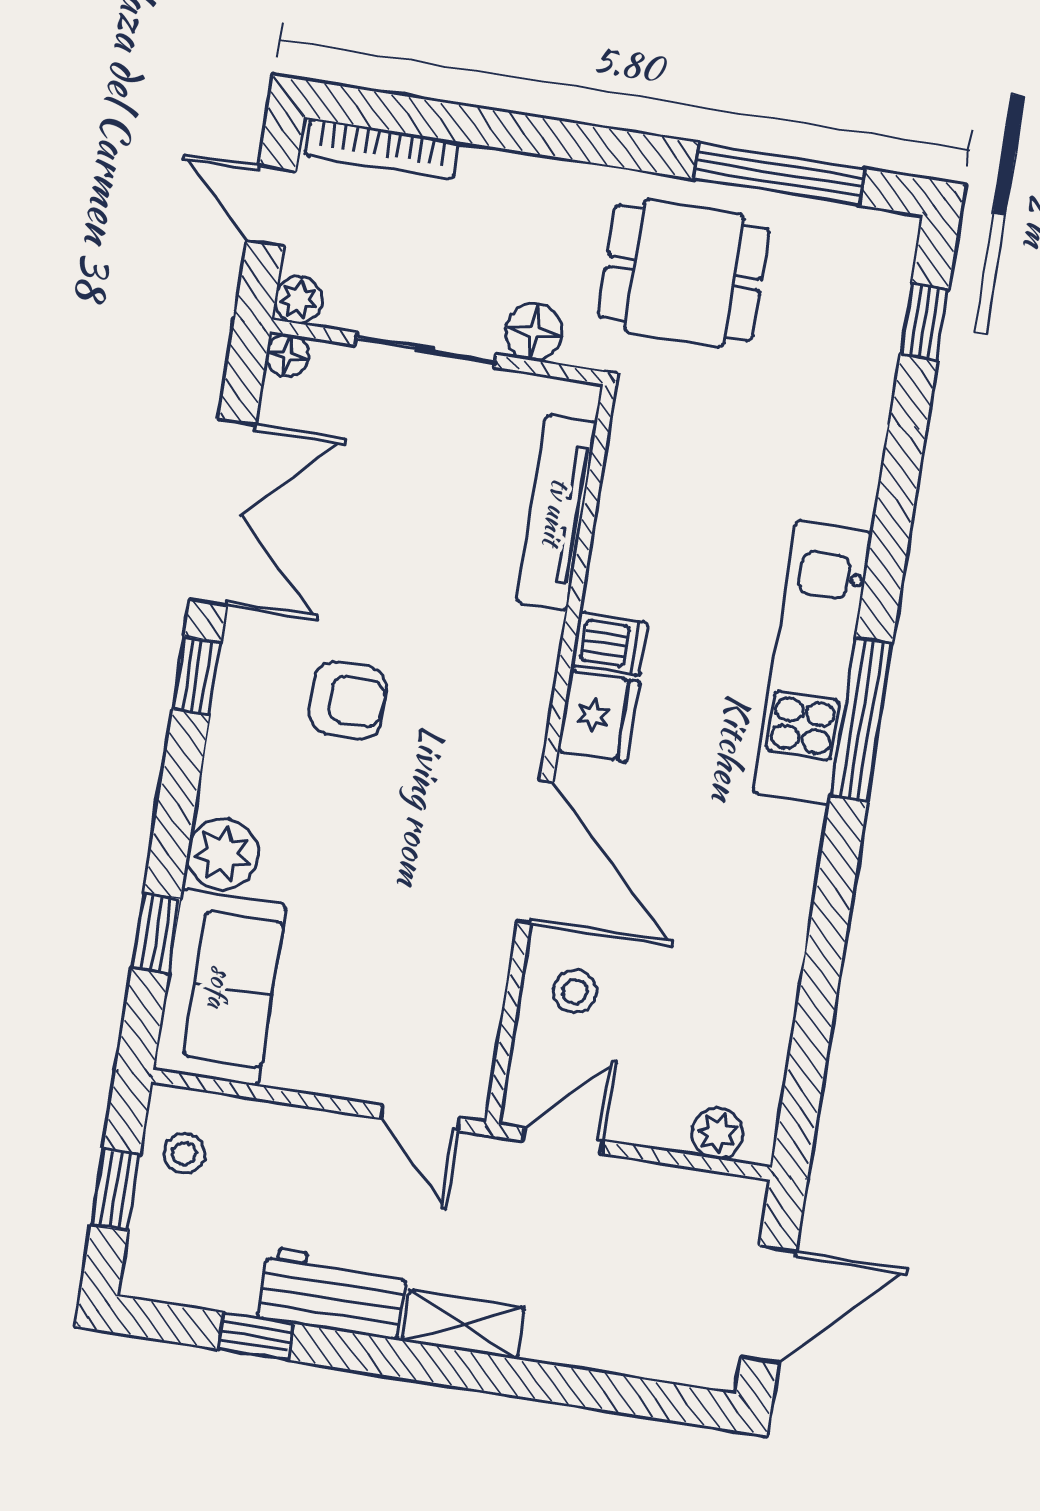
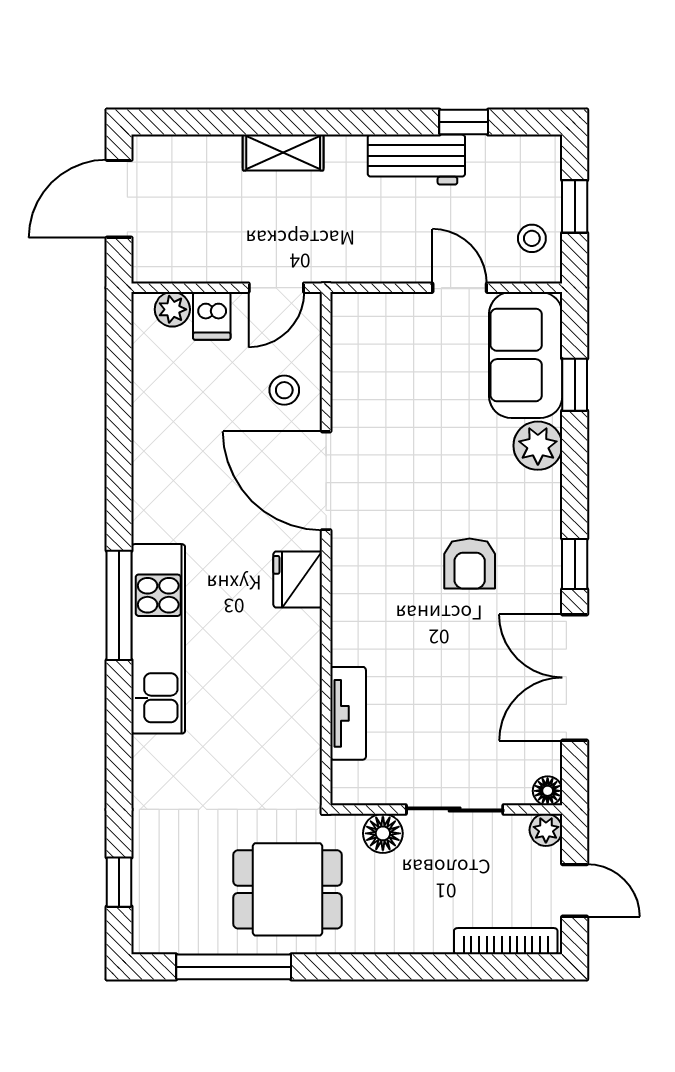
tv unit: (557, 512) -> (348, 713), width x0.71
dishwasher: (610, 644) -> (212, 316), moved, turned -90
armchair: (348, 700) -> (470, 564), turned -90
door: (420, 1118) -> (460, 288), moved
shelving: (463, 1324) -> (283, 153), moved

